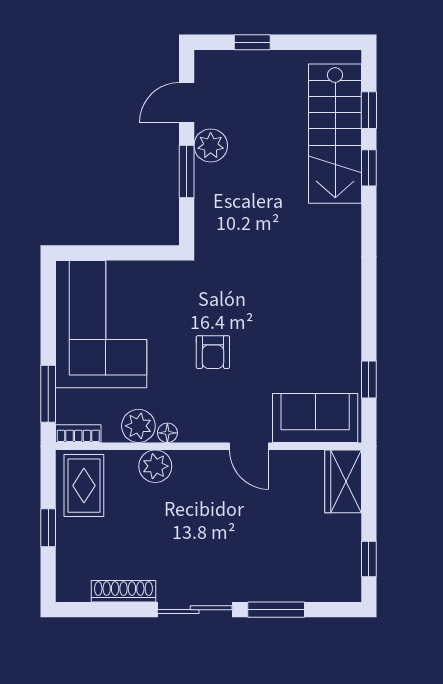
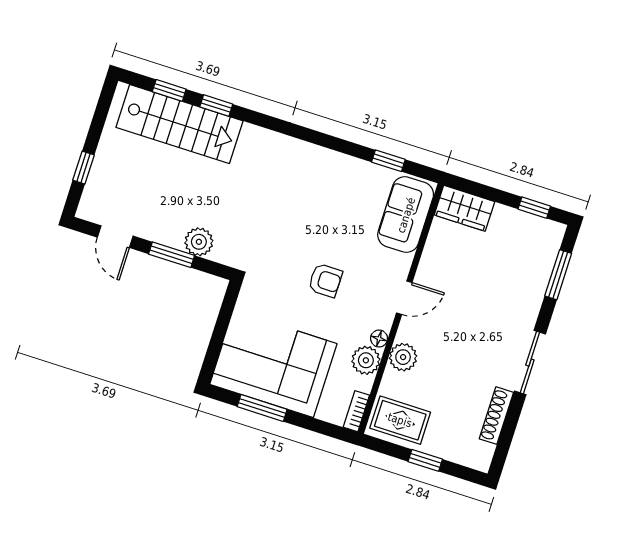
plant: (211, 146) -> (199, 242), moved
window: (48, 394) -> (262, 408), moved
door: (249, 446) -> (404, 298), moved
window: (276, 610) -> (558, 275), moved

